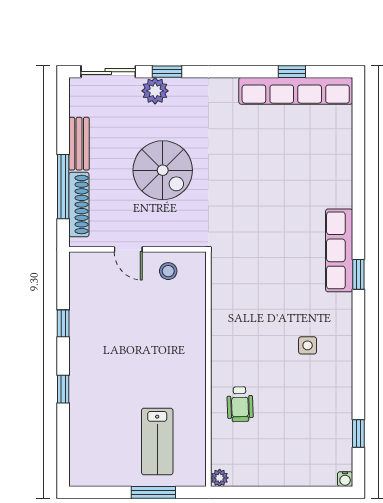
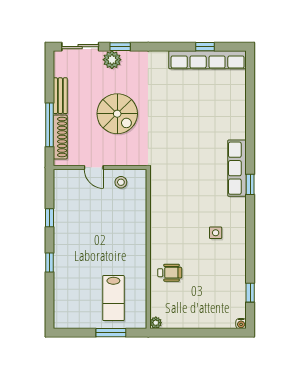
wheelchair: (240, 404) -> (170, 273), turned -88

